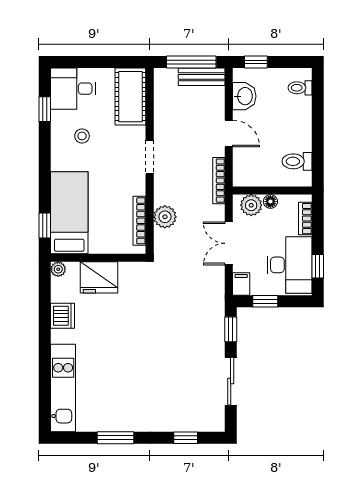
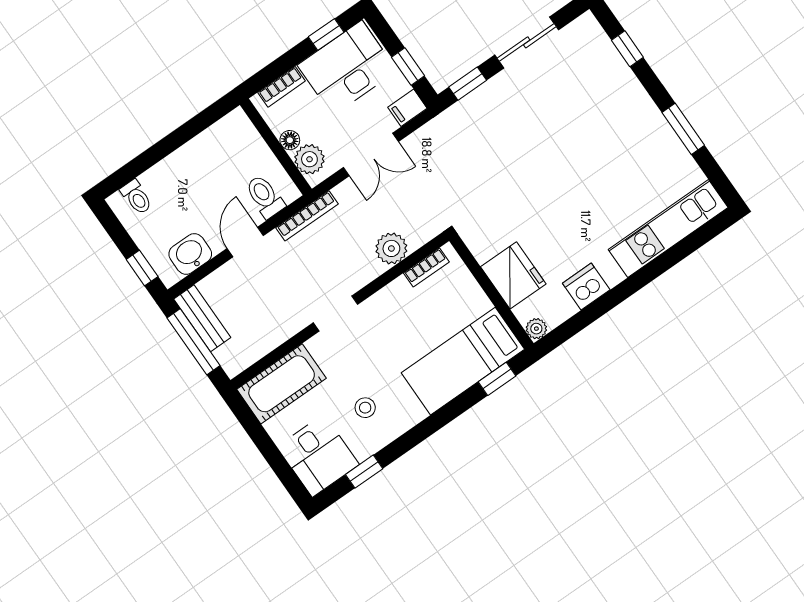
toilet: (297, 161) -> (265, 197), moved, turned 180
bookcase: (139, 221) -> (426, 268), width x0.64

